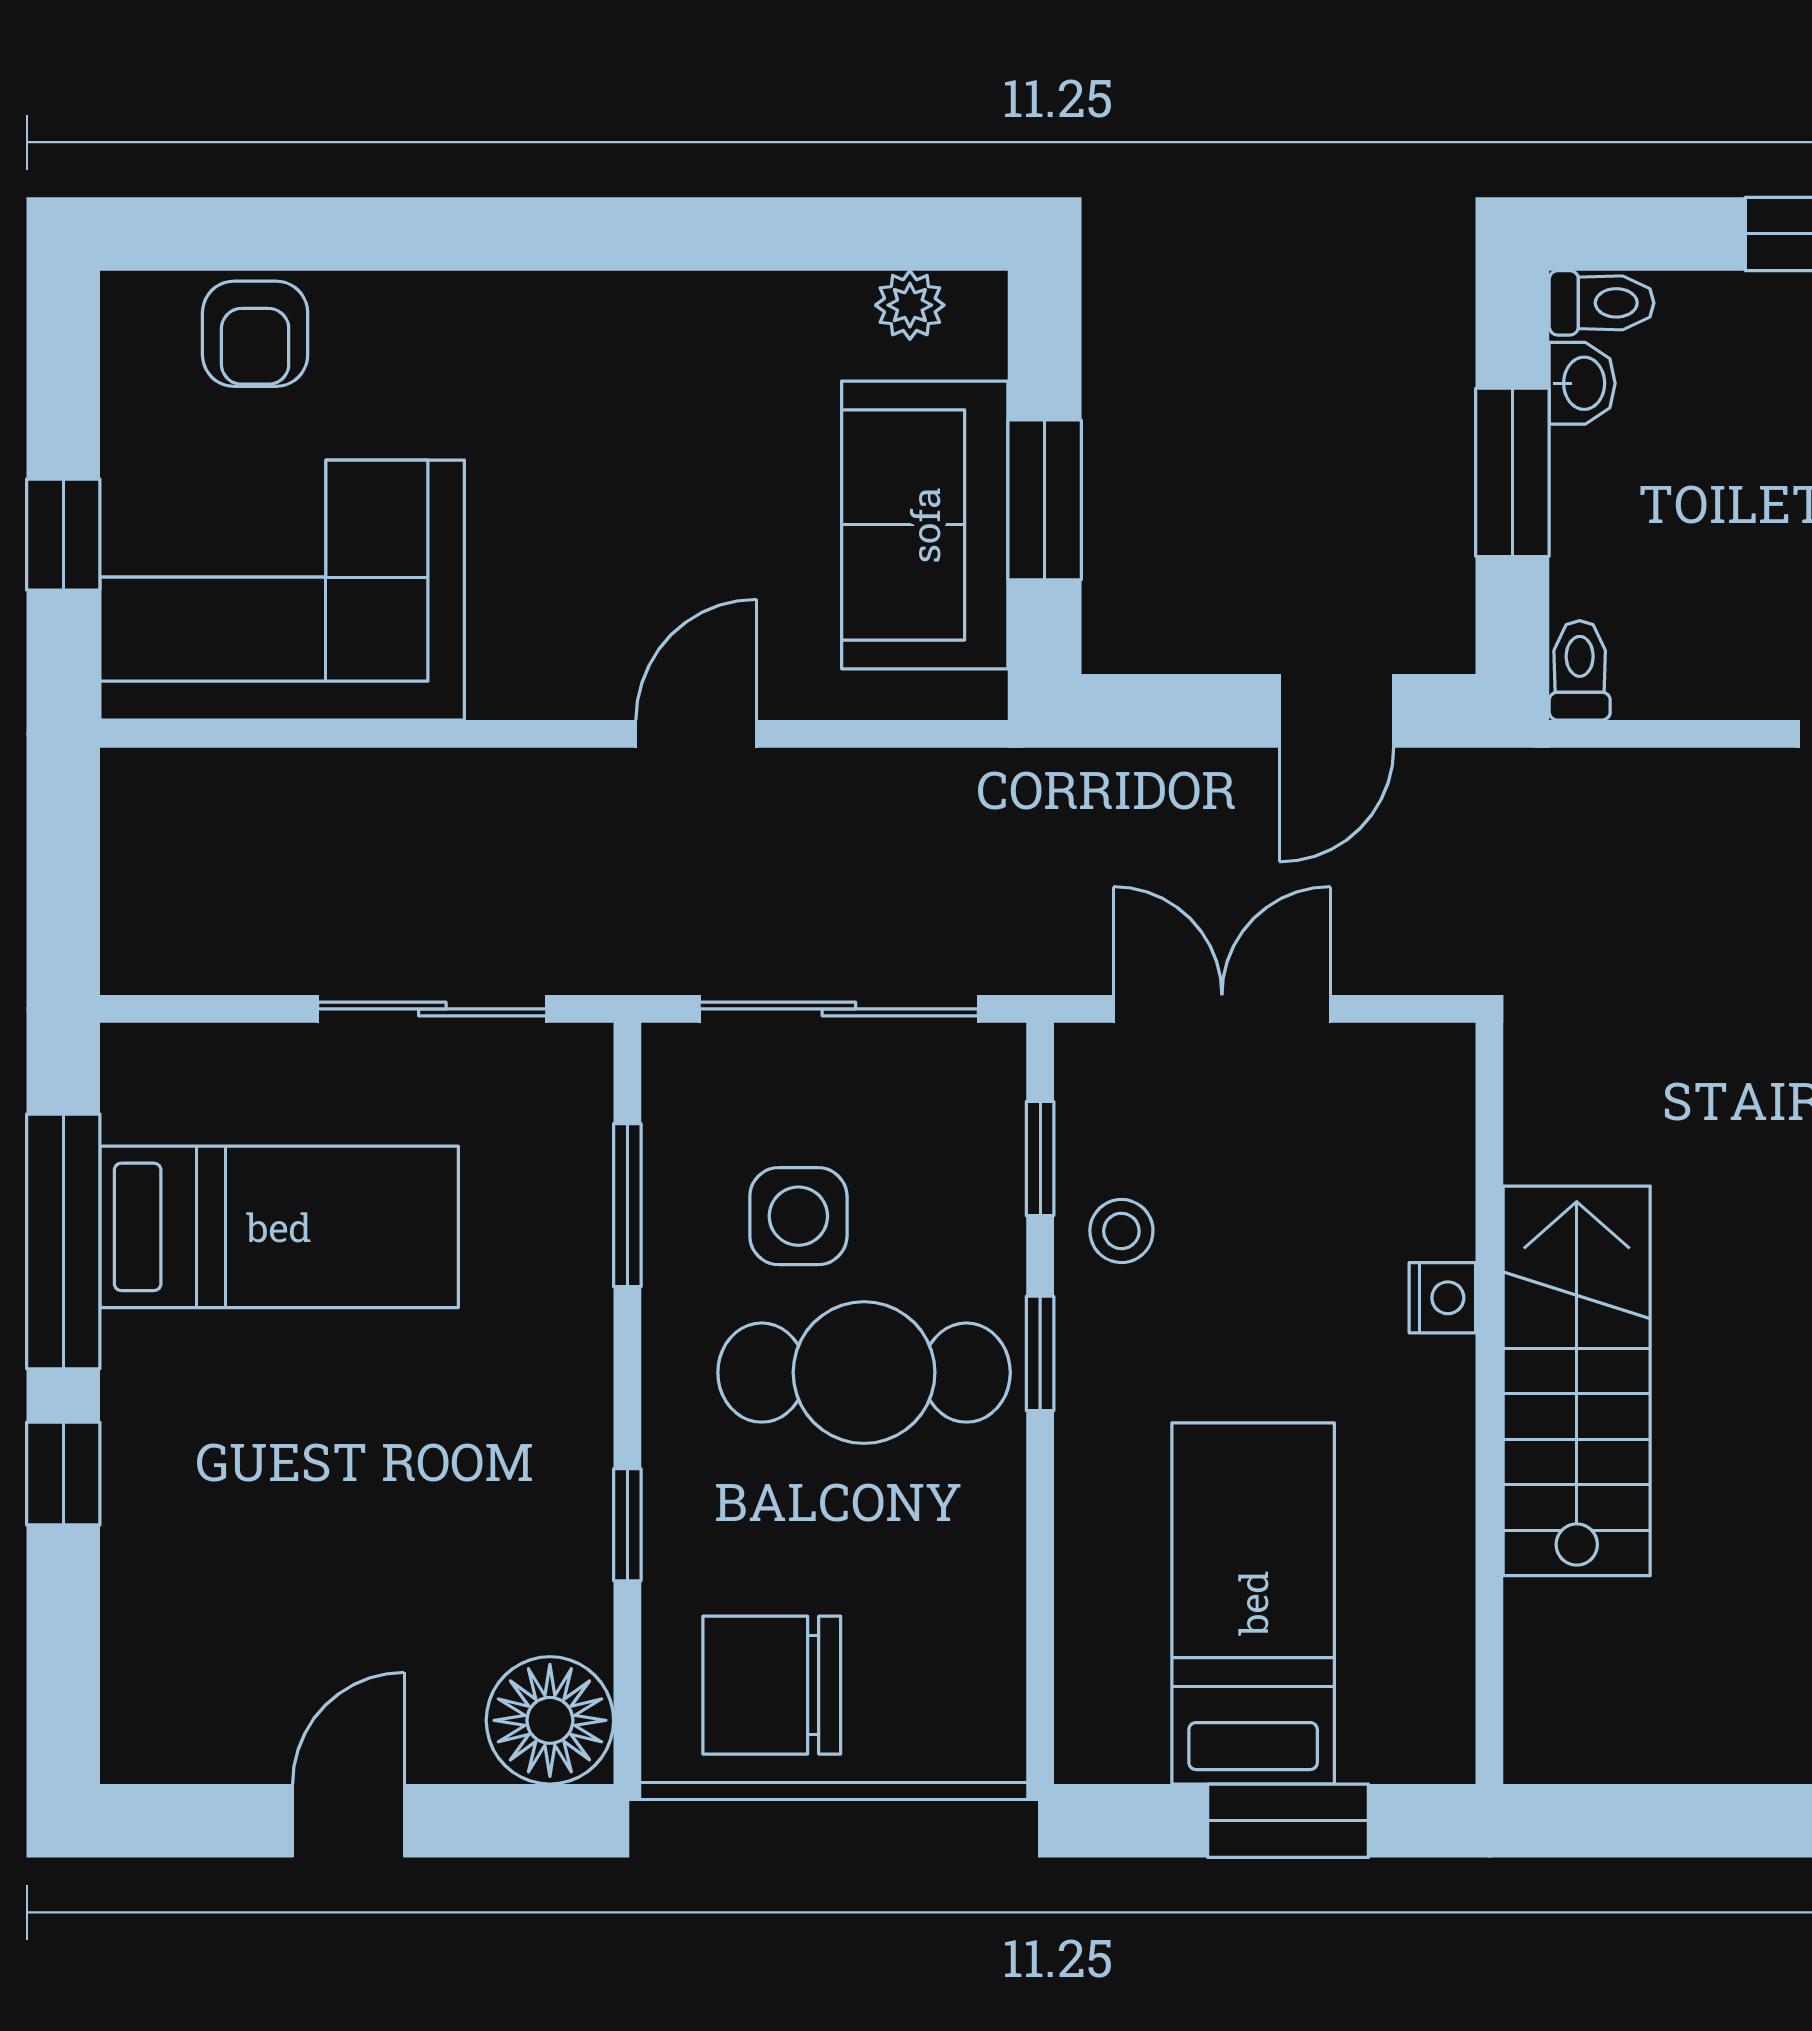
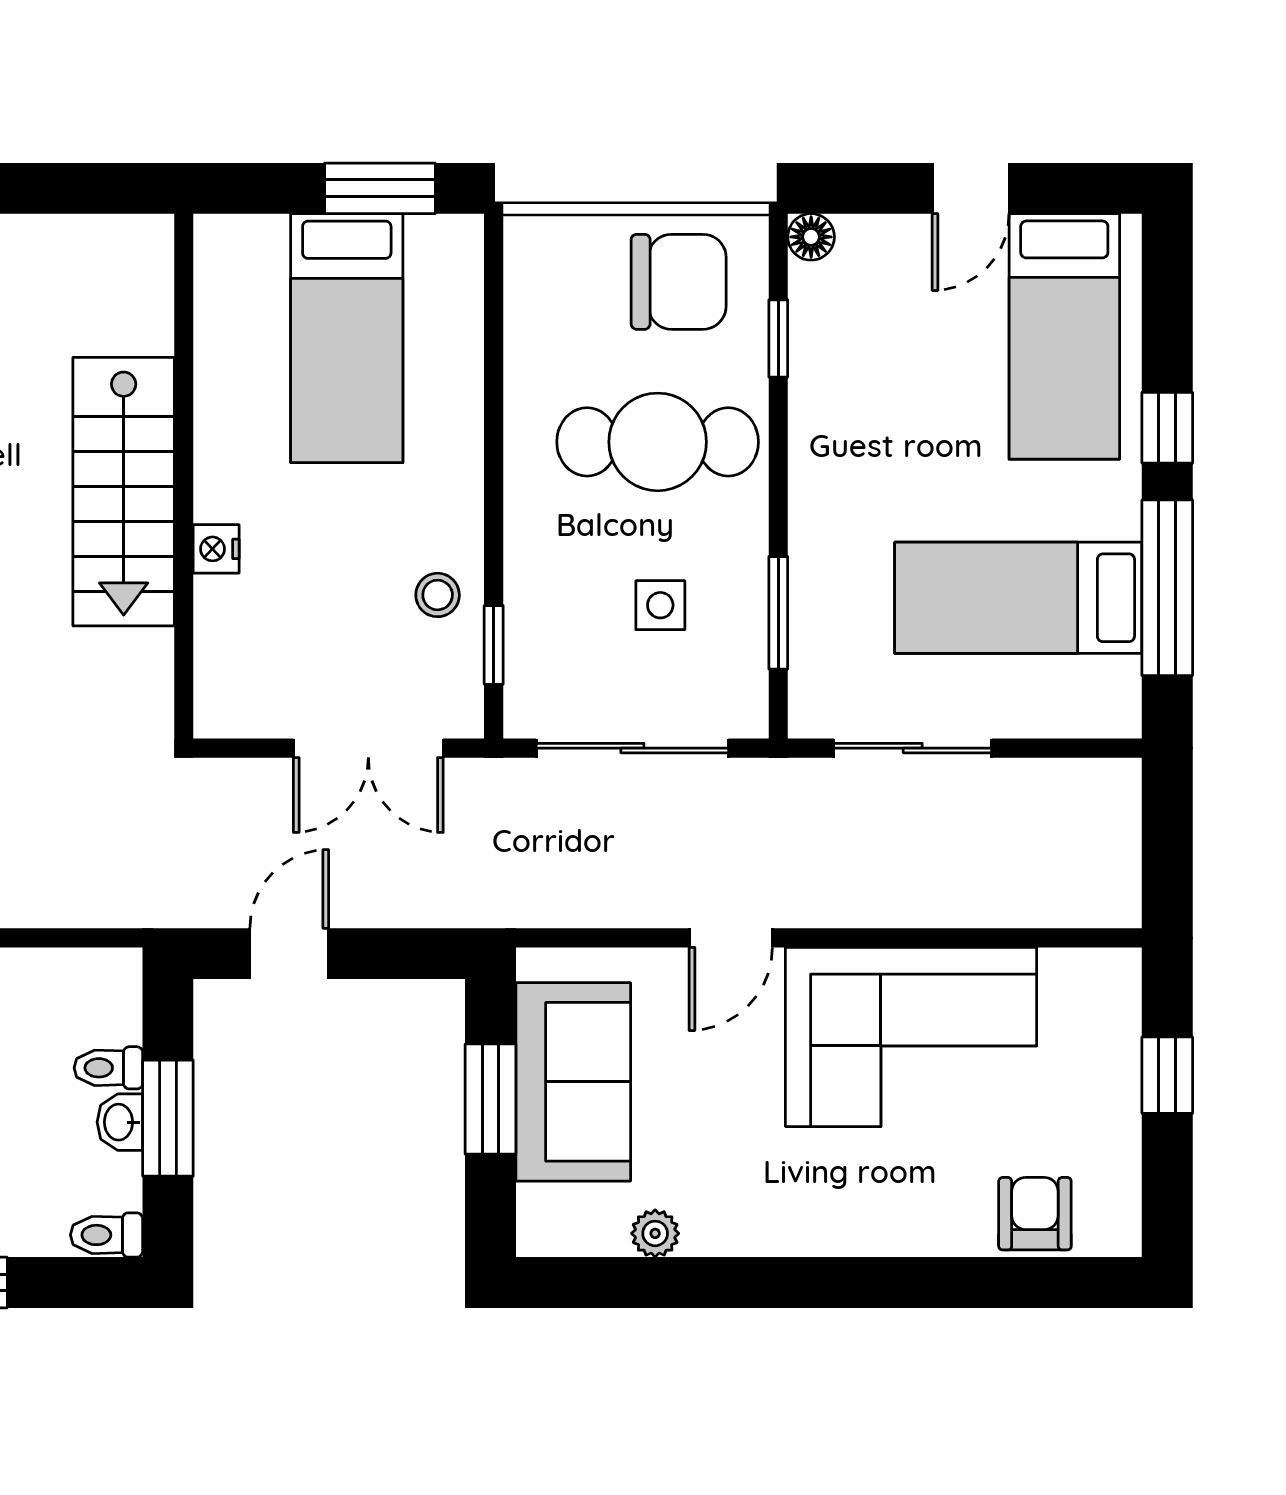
plant: (910, 305) -> (655, 1233), moved
washbasin: (1582, 383) -> (120, 1122), moved
corner sofa: (282, 590) -> (911, 1037), moved
toilet: (1580, 670) -> (108, 1068), moved, turned 90
side table: (798, 1216) -> (660, 605), width x0.73, depth x0.73
window: (1040, 1353) -> (494, 511), removed
cafe table: (864, 1373) -> (658, 442), moved
window: (627, 1525) -> (778, 338), moved
bed: (212, 1606) -> (1064, 336), added
floor lamp: (550, 1720) -> (811, 237), width x0.53, depth x0.53
window: (1288, 1821) -> (380, 188), moved

